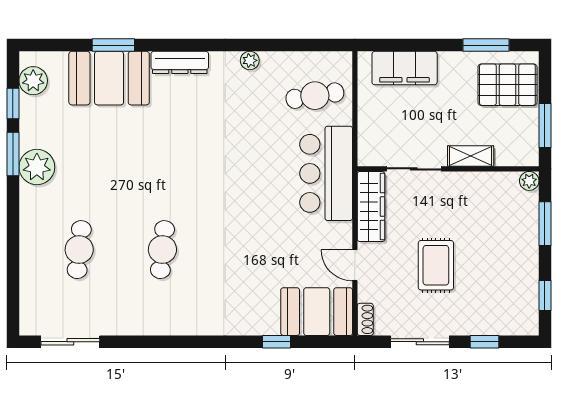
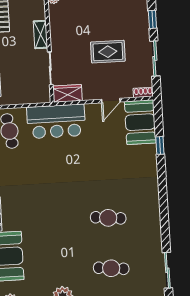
wardrobe: (371, 207) -> (68, 93), width x0.67

